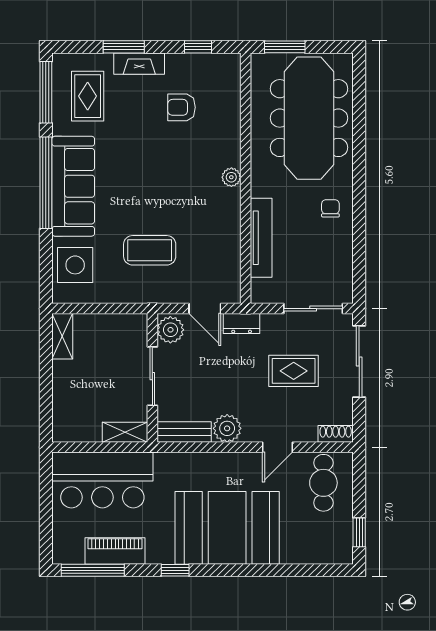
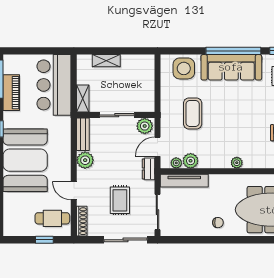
tv unit: (261, 238) -> (184, 181), moved
plant: (228, 254) -> (191, 161), added
plant: (232, 277) -> (176, 163), added
shelving: (62, 336) -> (106, 61), moved
shoe rack: (336, 434) -> (82, 221), width x1.43
window: (359, 532) -> (44, 240), moved

